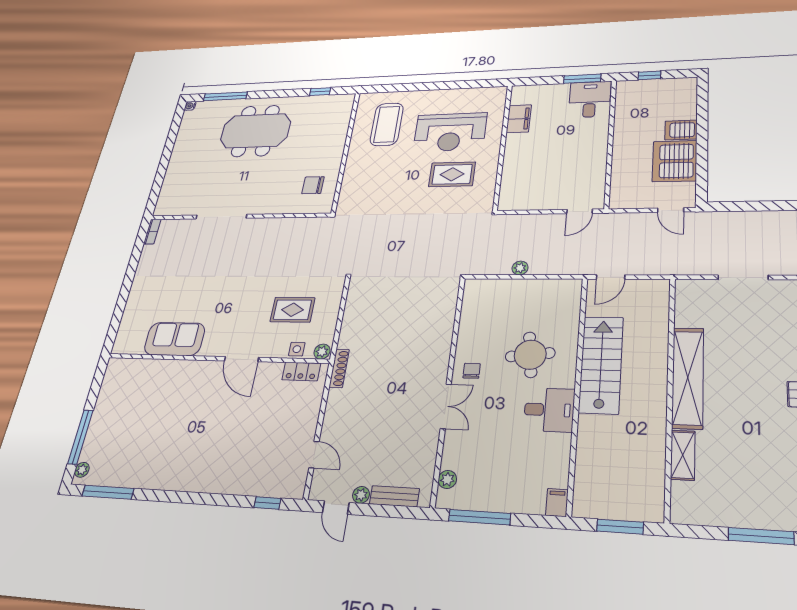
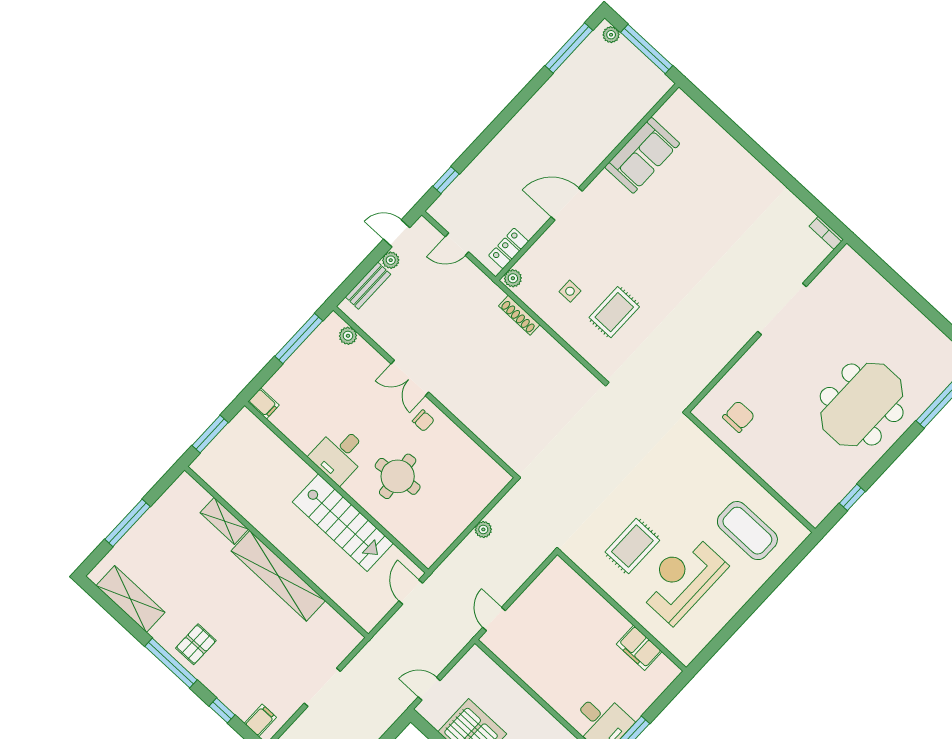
sofa: (175, 339) -> (642, 155), moved
plant: (322, 352) -> (513, 278), moved
wall: (216, 358) -> (587, 182), moved
door: (242, 359) -> (567, 204), moved
locker: (301, 372) -> (509, 248), moved

